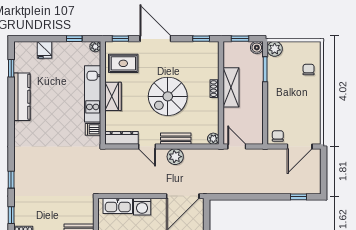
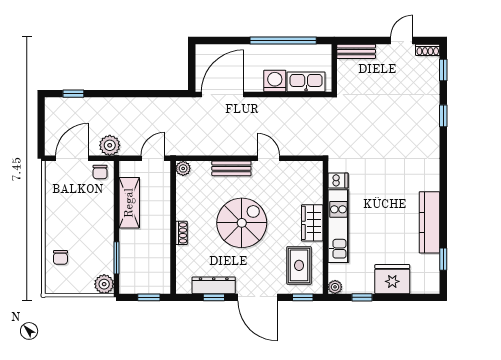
window: (201, 39) -> (214, 297), moved
boiler: (257, 48) -> (127, 286), removed
fridge: (45, 50) -> (392, 279), width x1.88, depth x1.34
rug: (123, 63) -> (299, 265), turned 90
shelving: (231, 87) -> (129, 203), moved
dresser: (122, 138) -> (214, 285), moved, turned 180
door: (237, 147) -> (153, 158), swing flipped
plant: (175, 157) -> (110, 145), moved

